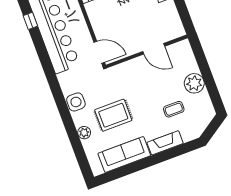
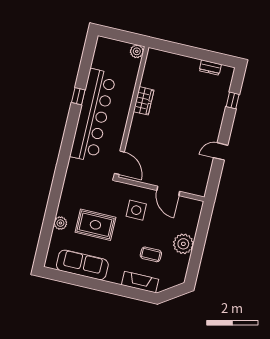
side table: (76, 102) -> (136, 210), moved
fireplace: (165, 143) -> (140, 282), moved

